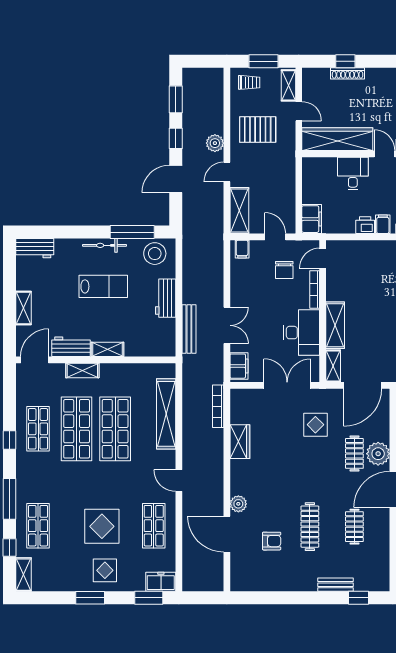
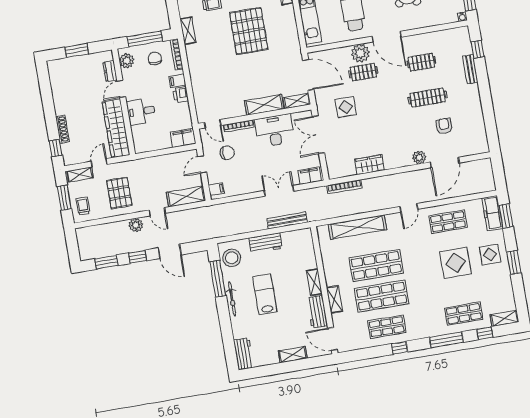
window: (345, 61) -> (56, 148), moved
freezer: (161, 582) -> (492, 213), width x1.40

